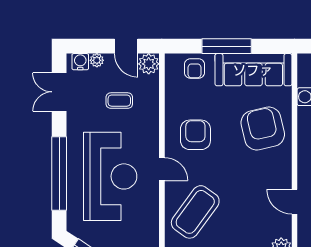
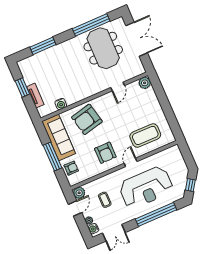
armchair: (195, 135) -> (105, 153), turned -90
reception desk: (110, 176) -> (146, 187), turned 180
coffee table: (195, 212) -> (145, 135), turned -36

